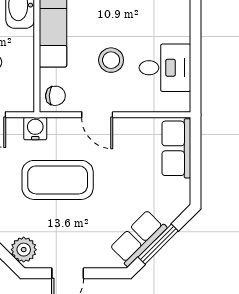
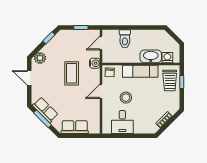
row of seats: (176, 148) -> (75, 127), moved
coffee table: (58, 180) -> (72, 73), width x0.73, depth x0.76

